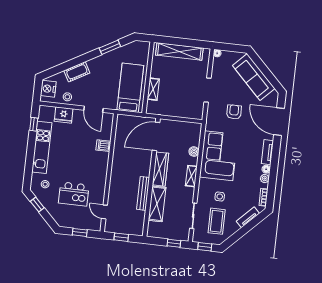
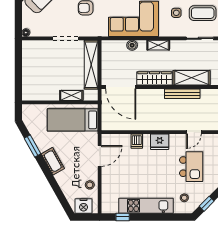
shelving: (179, 51) -> (91, 65), moved
cot: (77, 72) -> (53, 161), moved
fridge: (64, 115) -> (160, 142), moved, turned 90
door: (104, 212) -> (194, 132), moved

